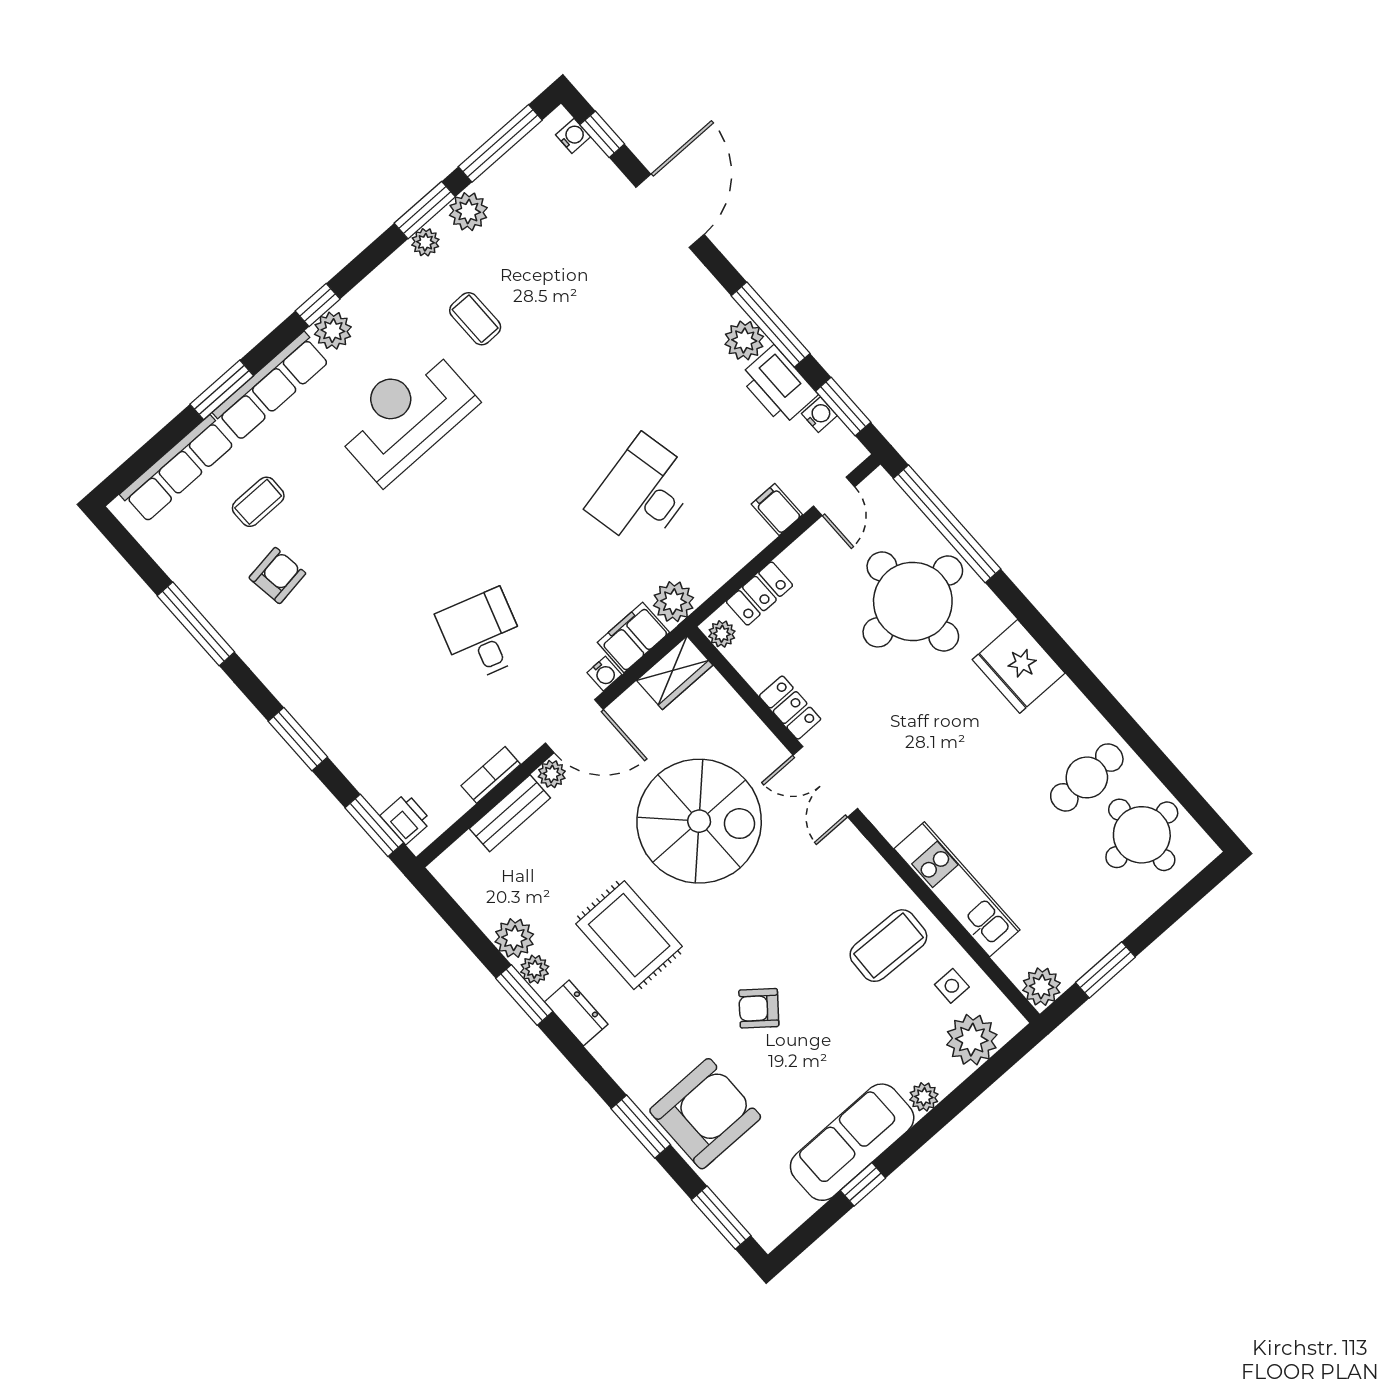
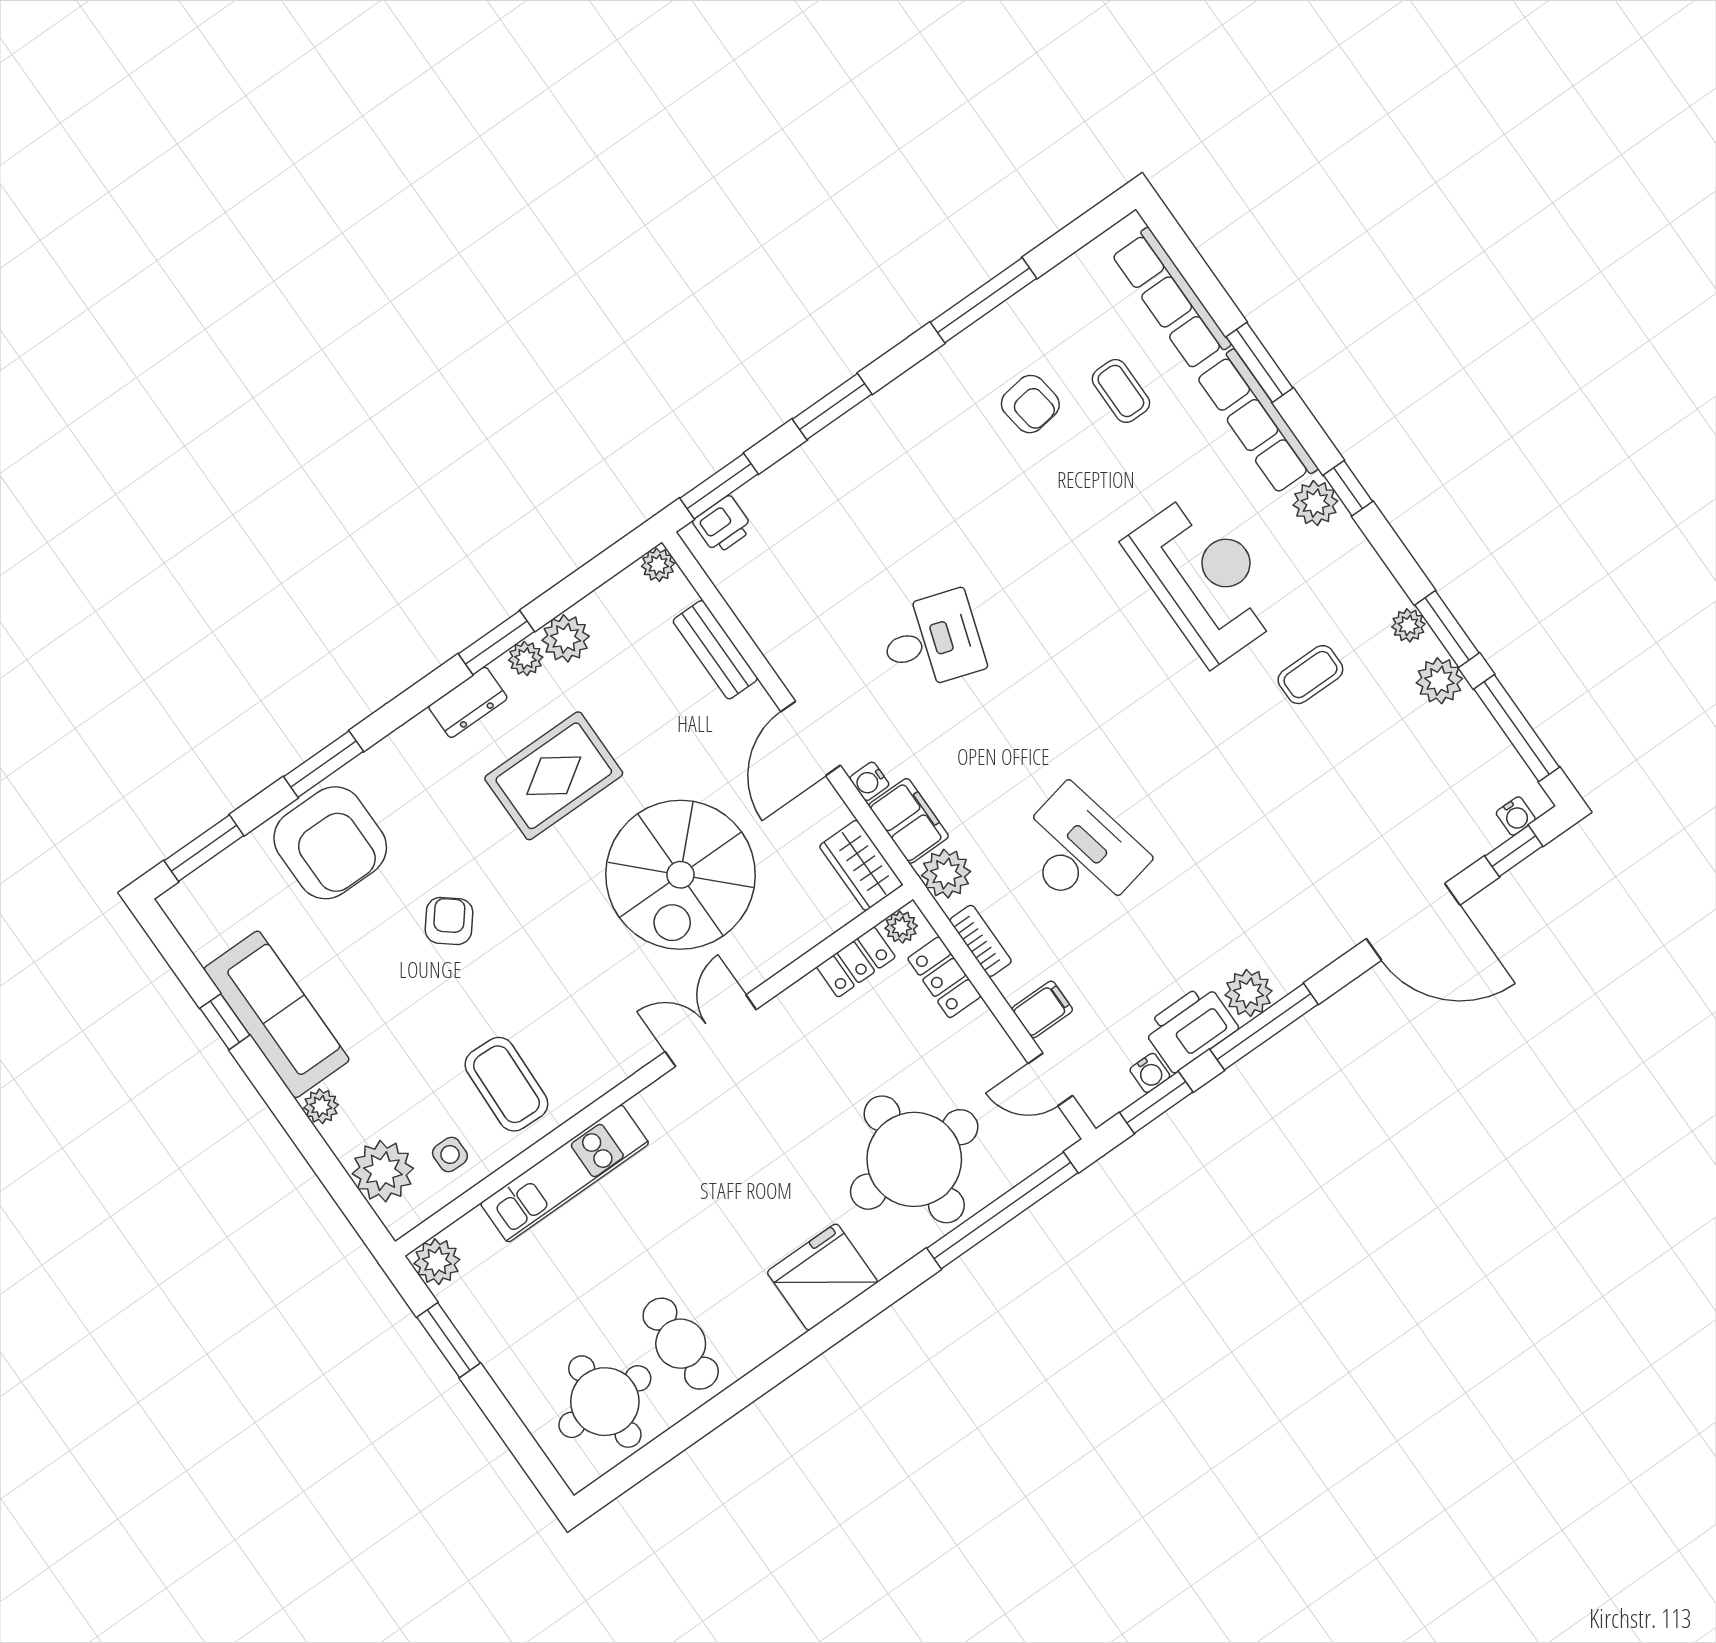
locker: (790, 708) -> (856, 962), moved
plant: (552, 774) -> (658, 565), moved
bookcase: (491, 775) -> (981, 941), moved

